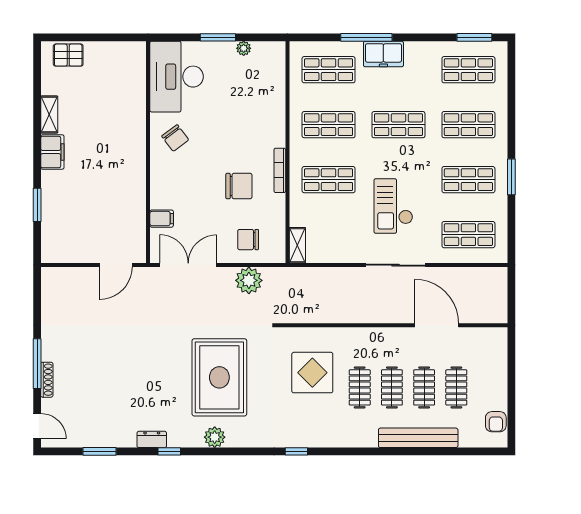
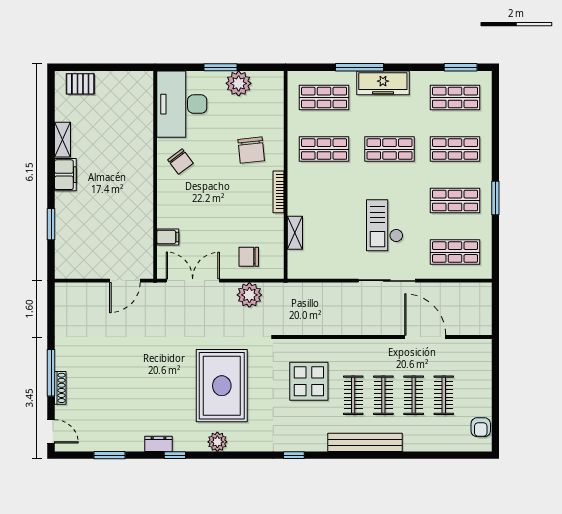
plant: (244, 48) -> (239, 83), width x1.87, depth x1.87
freezer: (383, 54) -> (383, 83), width x1.40
shop shelf: (329, 180) -> (324, 201), removed
chair: (239, 186) -> (251, 150), moved, turned 84
shelving: (297, 245) -> (295, 233), moved
bench: (418, 438) -> (365, 442), moved

